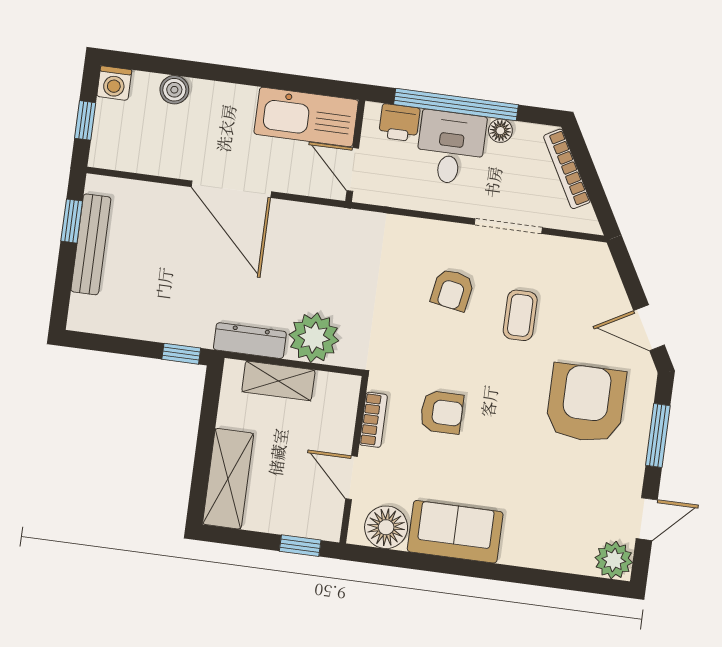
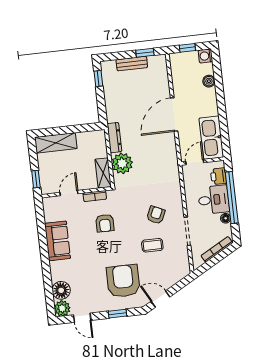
bench: (91, 244) -> (132, 64), width x0.73
armchair: (452, 290) -> (156, 215), turned 105
door: (649, 328) -> (160, 299), hinge flipped
window: (181, 354) -> (98, 78), moved
shelving: (278, 381) -> (103, 173), moved
armchair: (586, 403) -> (123, 281), turned -90
window: (658, 435) -> (117, 314), width x0.67
floor lamp: (386, 527) -> (61, 290), moved

